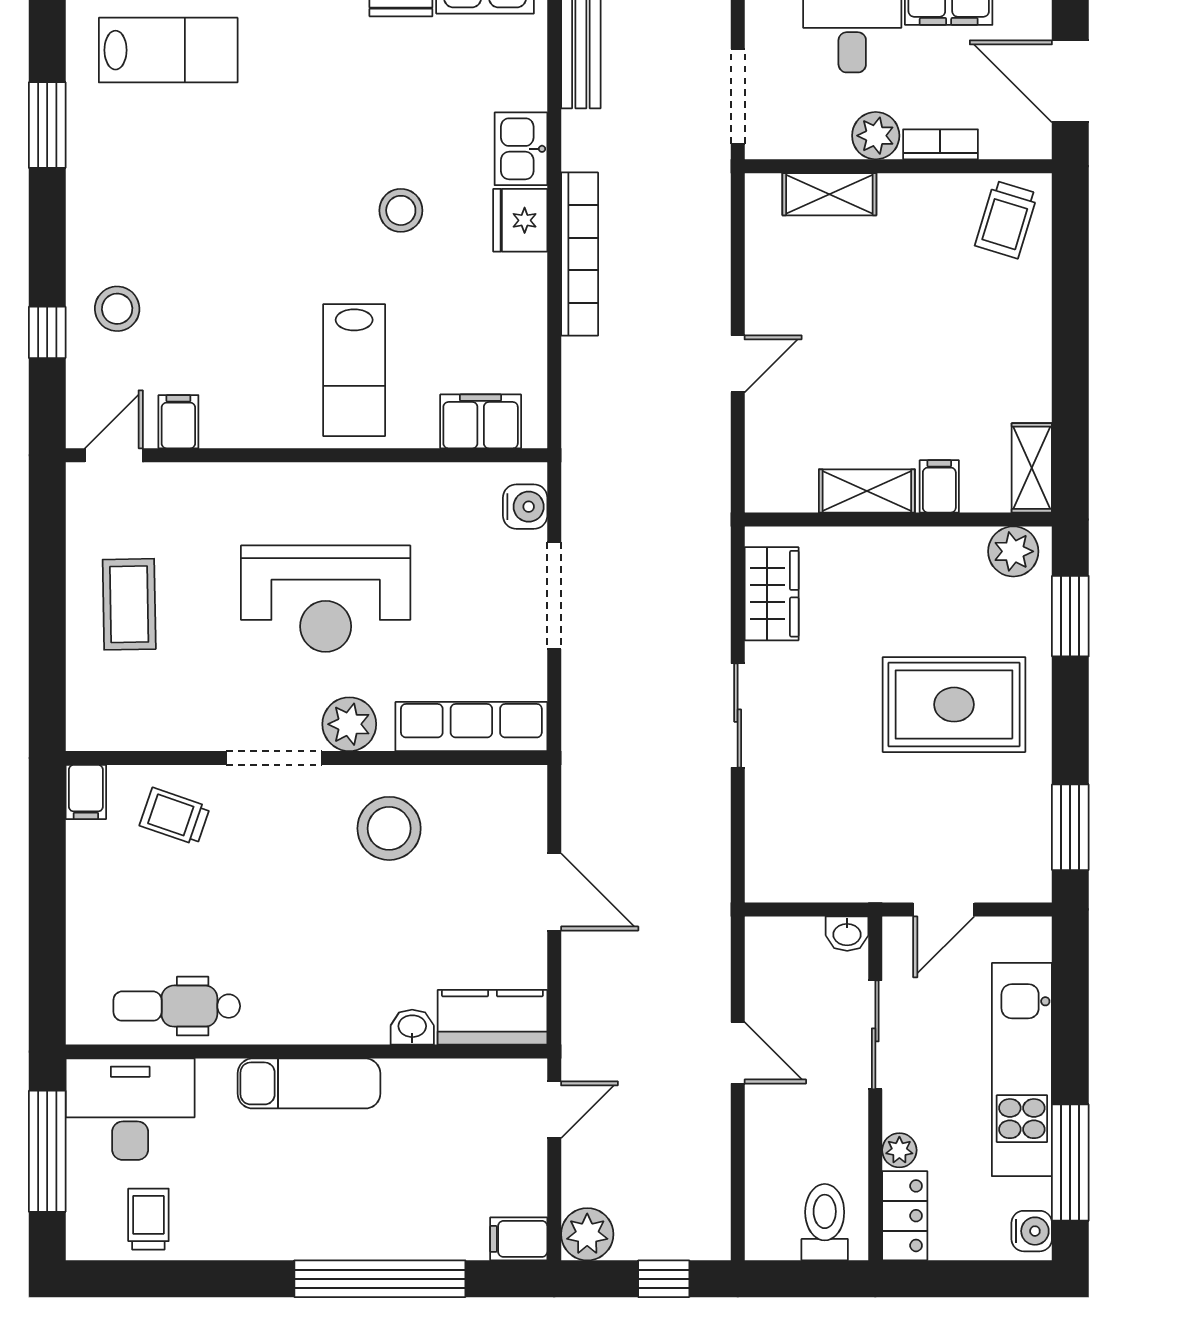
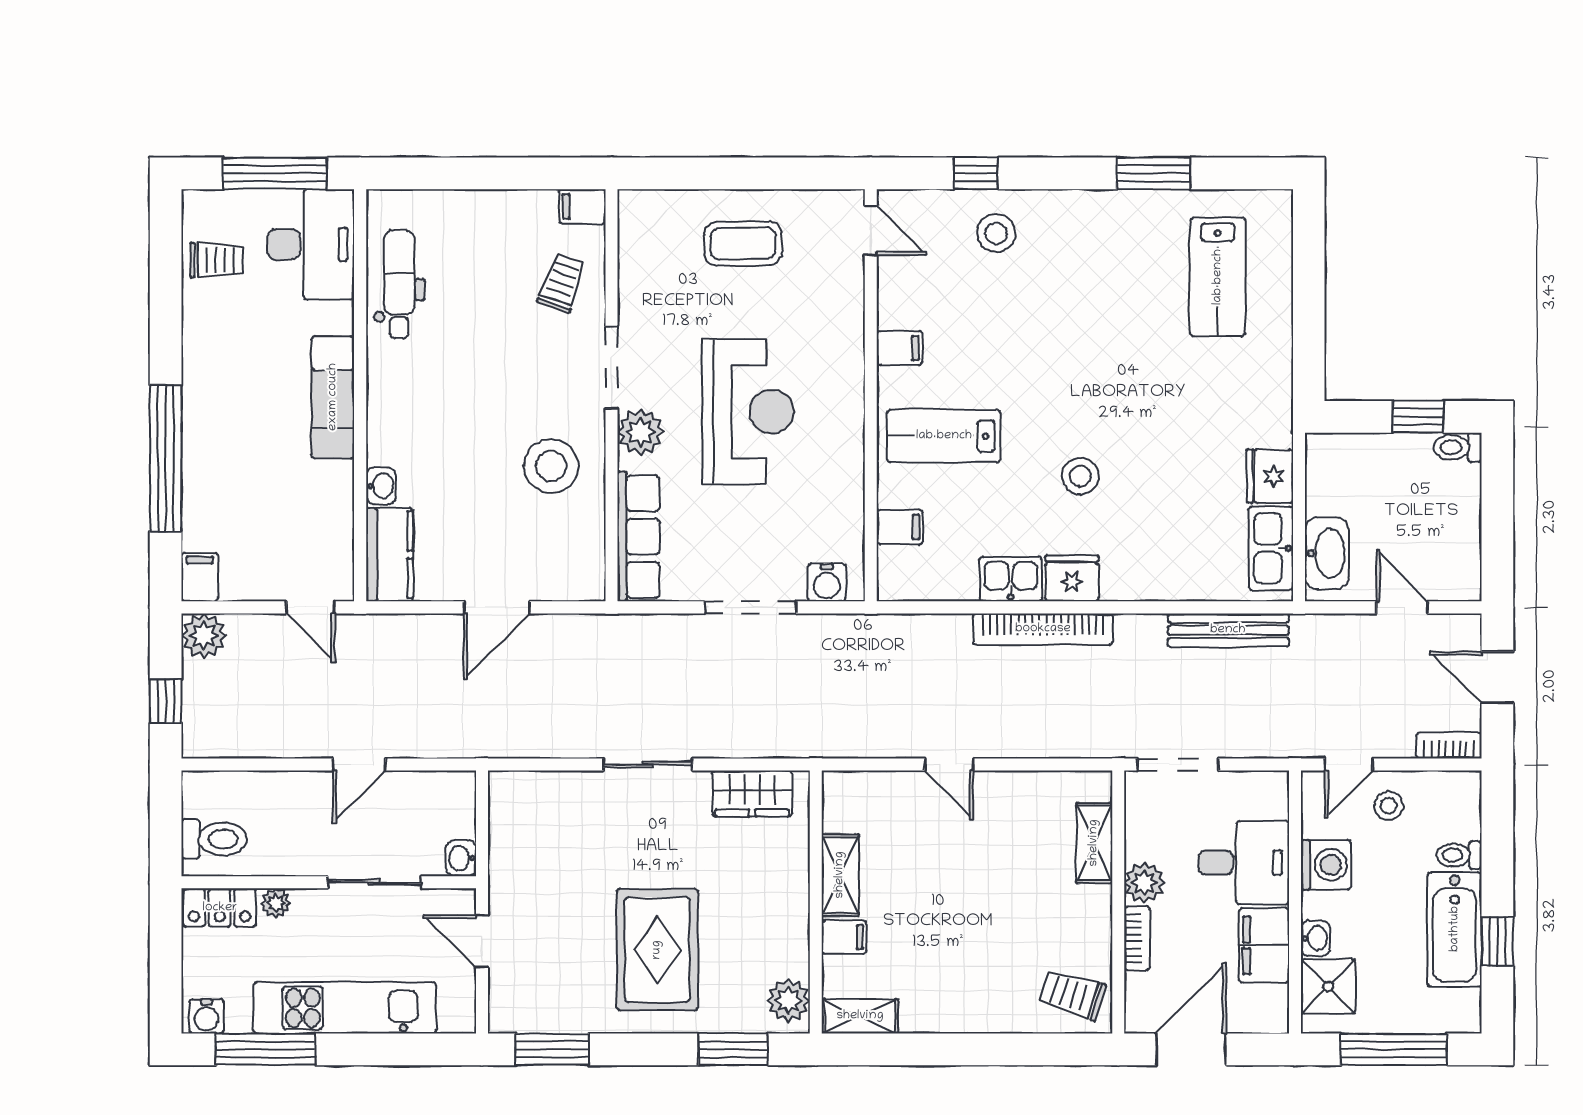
kitchen sink: (521, 149) -> (1011, 579), moved
filing cabinet: (481, 421) -> (900, 527), width x0.50
filing cabinet: (178, 422) -> (899, 348), moved
reception desk: (326, 599) -> (748, 412), turned 180

